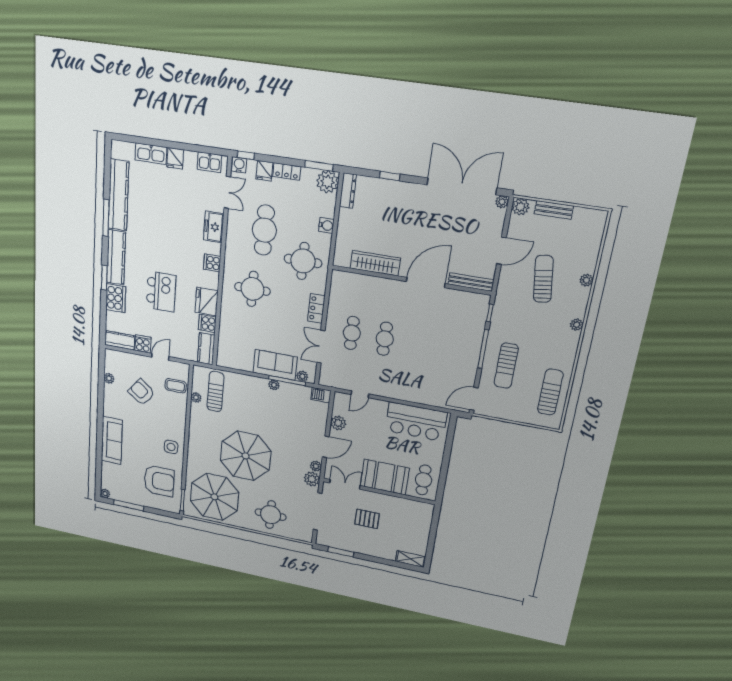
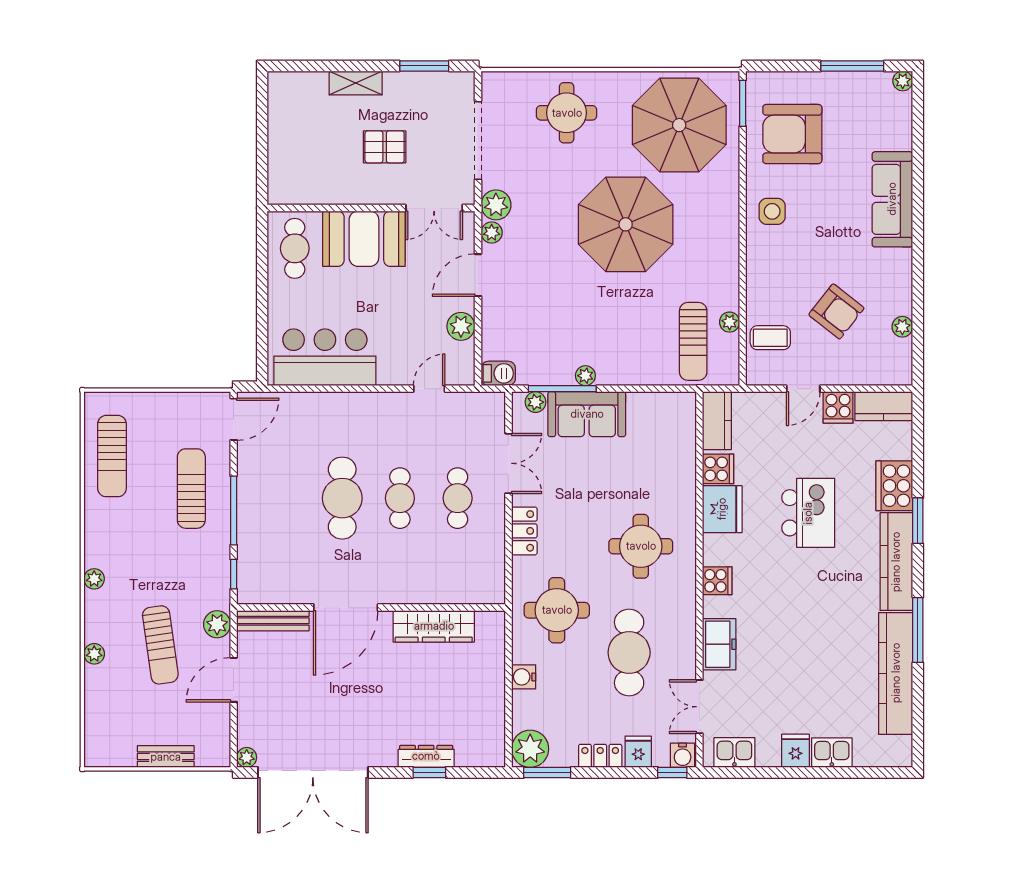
kitchen sink: (151, 154) -> (832, 753), width x0.73
dresser: (348, 191) -> (426, 756), moved, turned 90
plant: (520, 207) -> (217, 624), moved
kitchen island: (161, 292) -> (808, 513), turned 180
cafe table: (418, 345) -> (342, 498), added
shelving: (411, 559) -> (356, 83), moved

